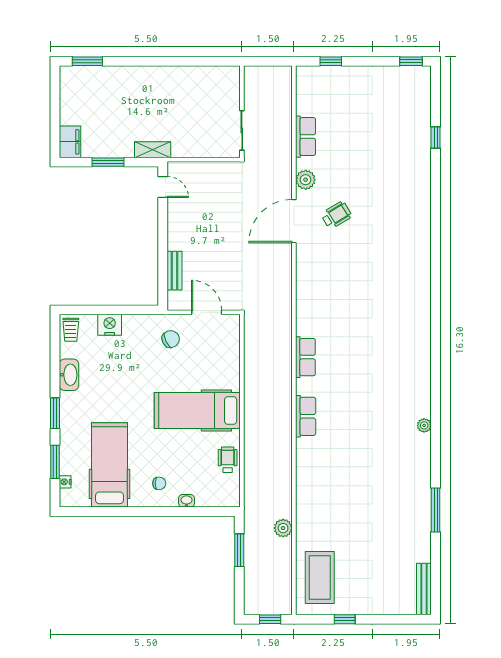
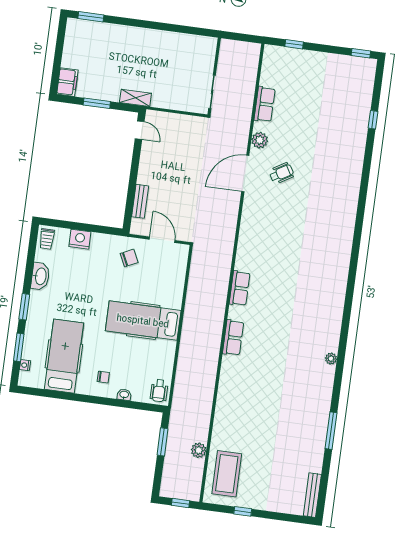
wheelchair: (228, 460) -> (159, 391), moved, turned 180
plant: (283, 528) -> (199, 450), moved

